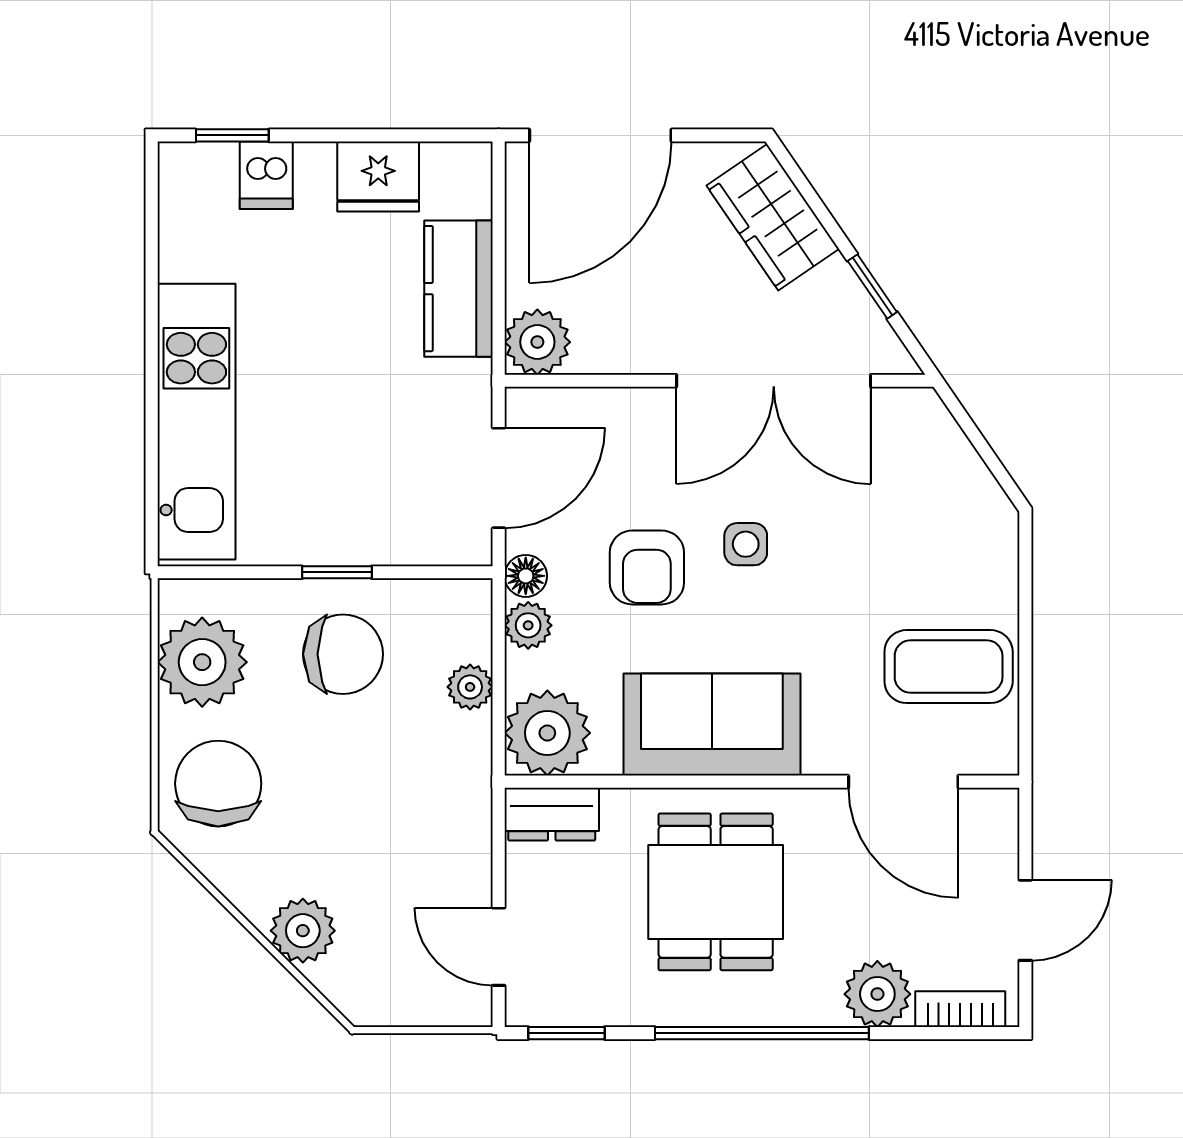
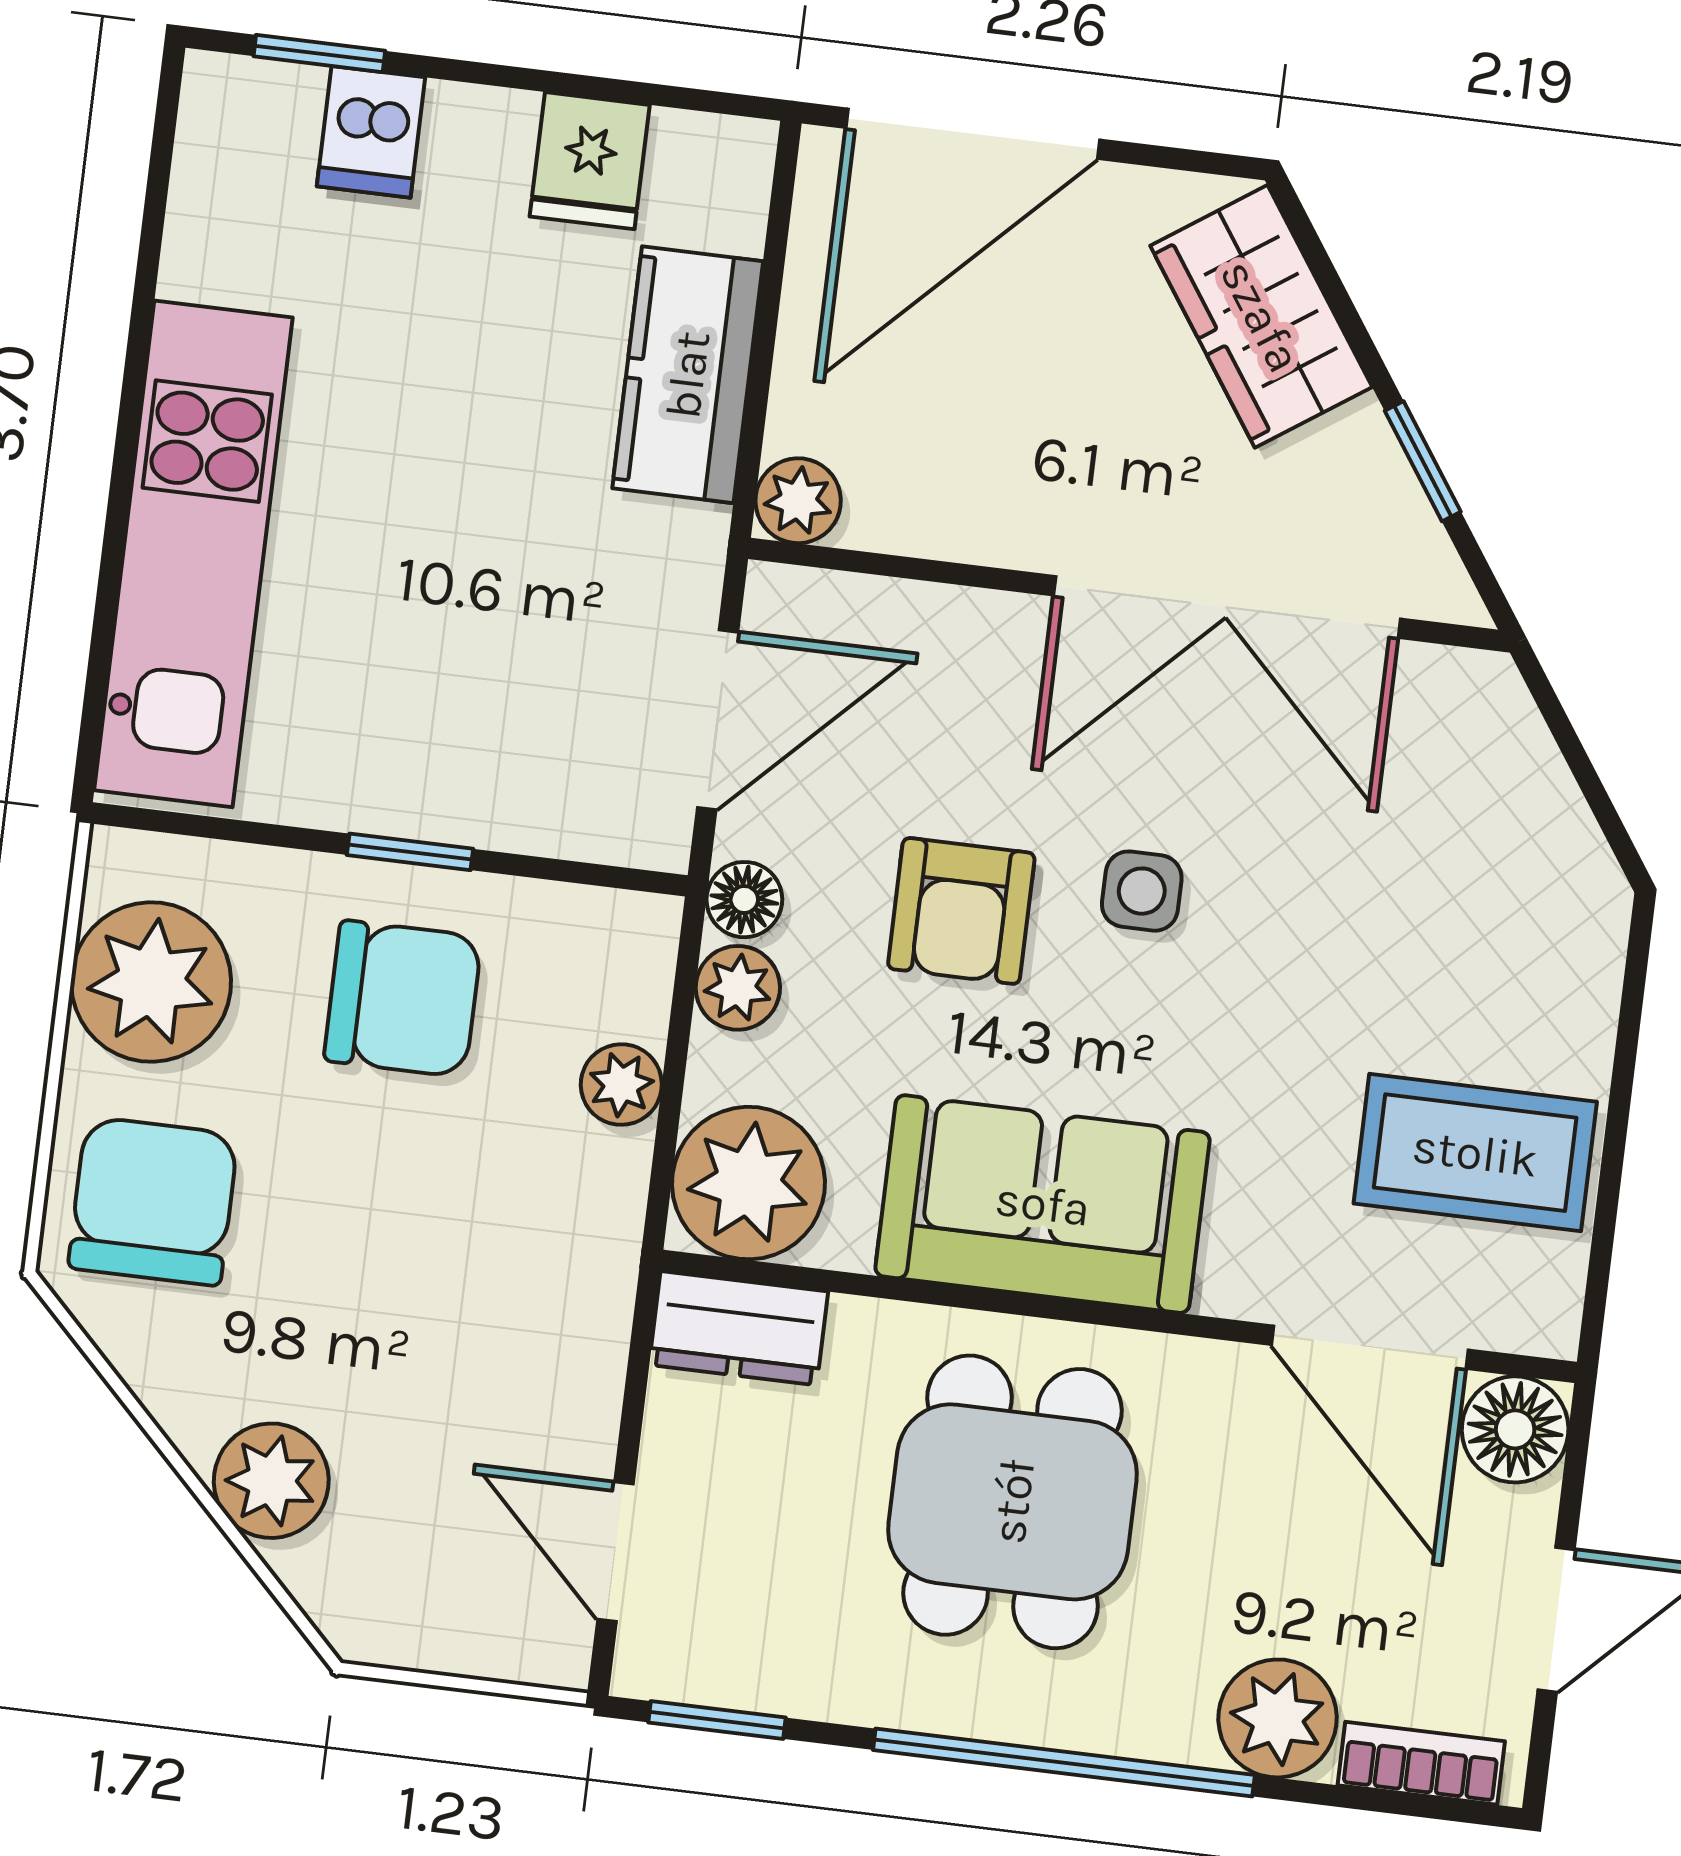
fridge: (378, 176) -> (590, 161), width x0.72
plant: (537, 342) -> (798, 501), width x0.73, depth x0.73
floor lamp: (990, 817) -> (1515, 1429), added

